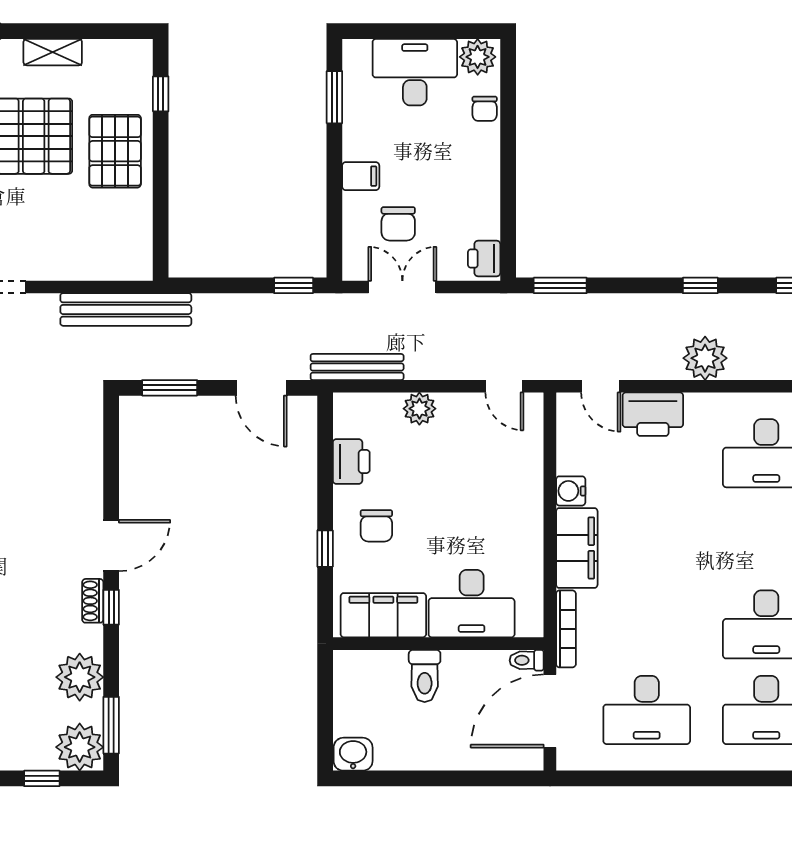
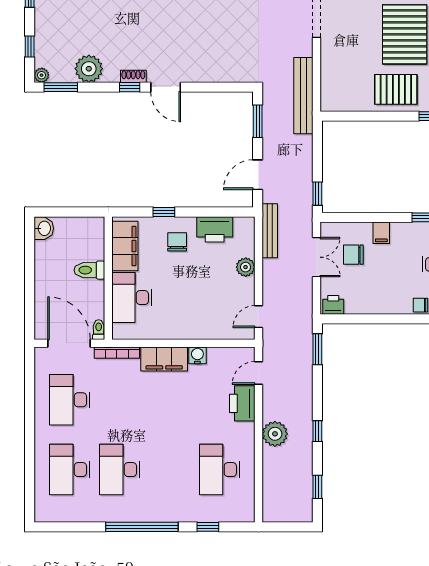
printer: (351, 461) -> (215, 229), width x1.37, depth x1.19
chair: (376, 526) -> (177, 242), turned 90
plant: (80, 747) -> (42, 75), width x0.53, depth x0.53

